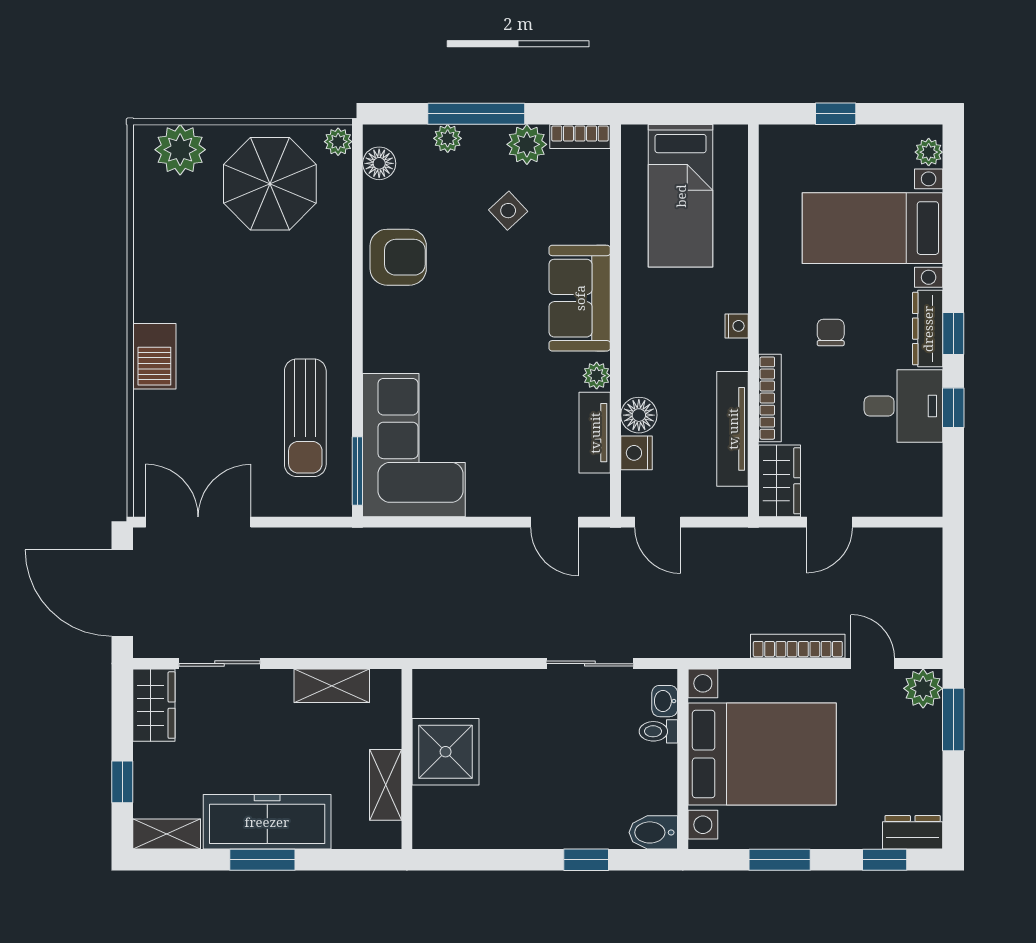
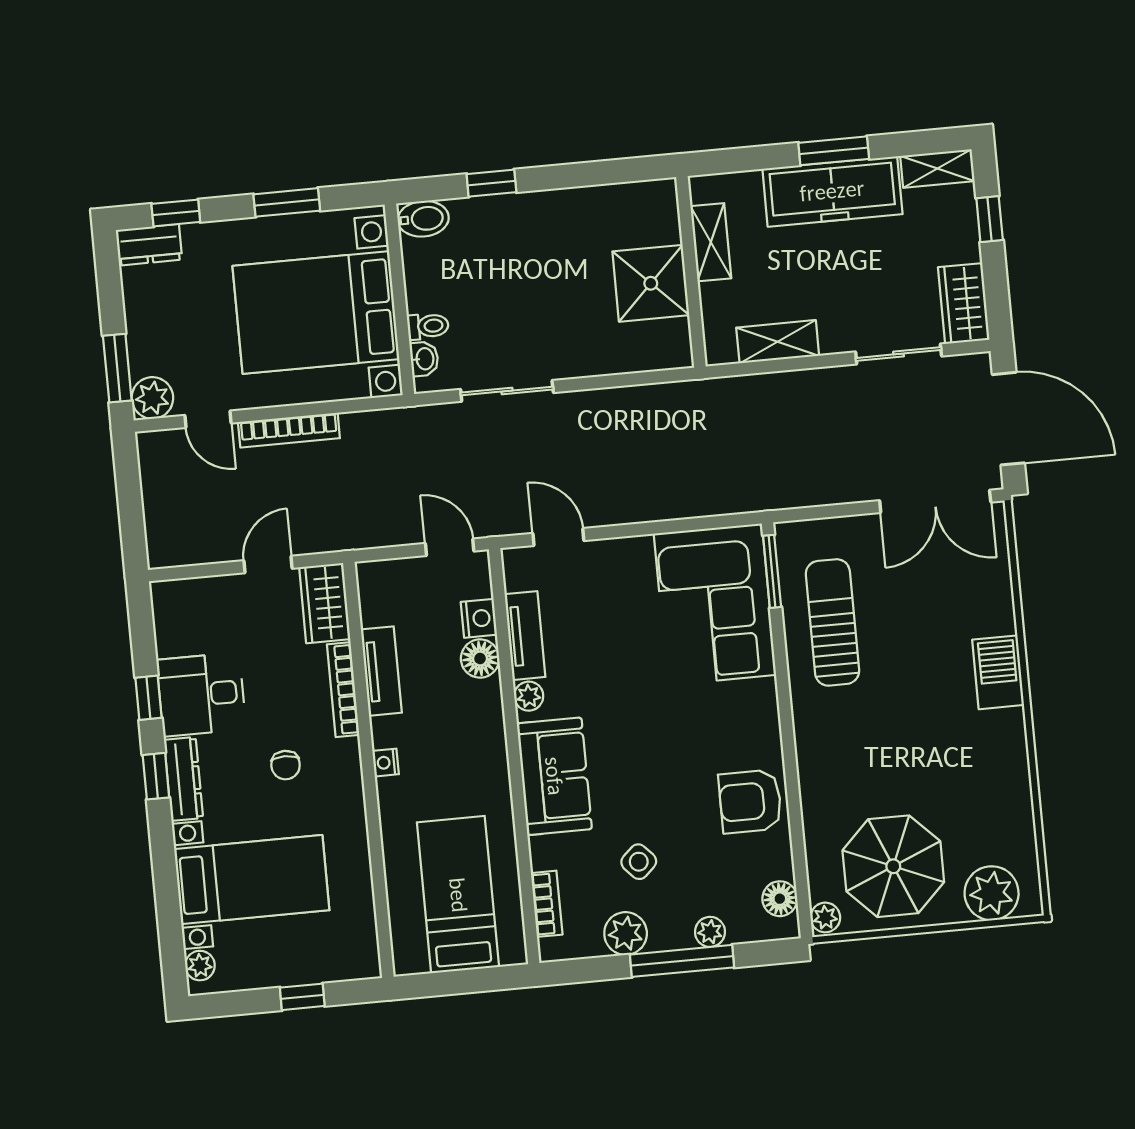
bookcase: (580, 136) -> (547, 904), moved, turned 90
tv unit: (733, 429) -> (381, 671), width x0.71

